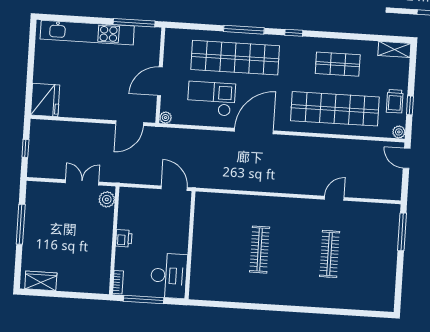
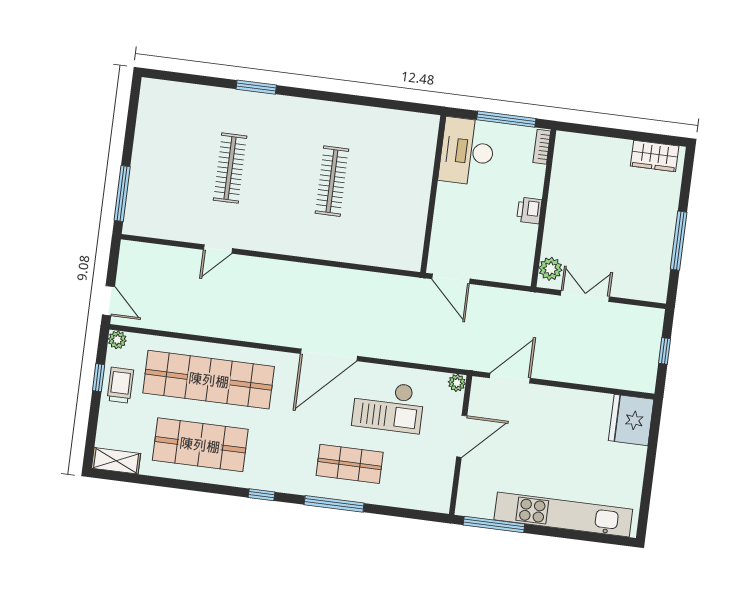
shop shelf: (235, 58) -> (350, 464), width x0.50, depth x0.74
shop shelf: (338, 64) -> (200, 445), width x1.43, depth x1.36
double door: (82, 182) -> (585, 296), swing flipped
window: (315, 310) -> (256, 87), added

